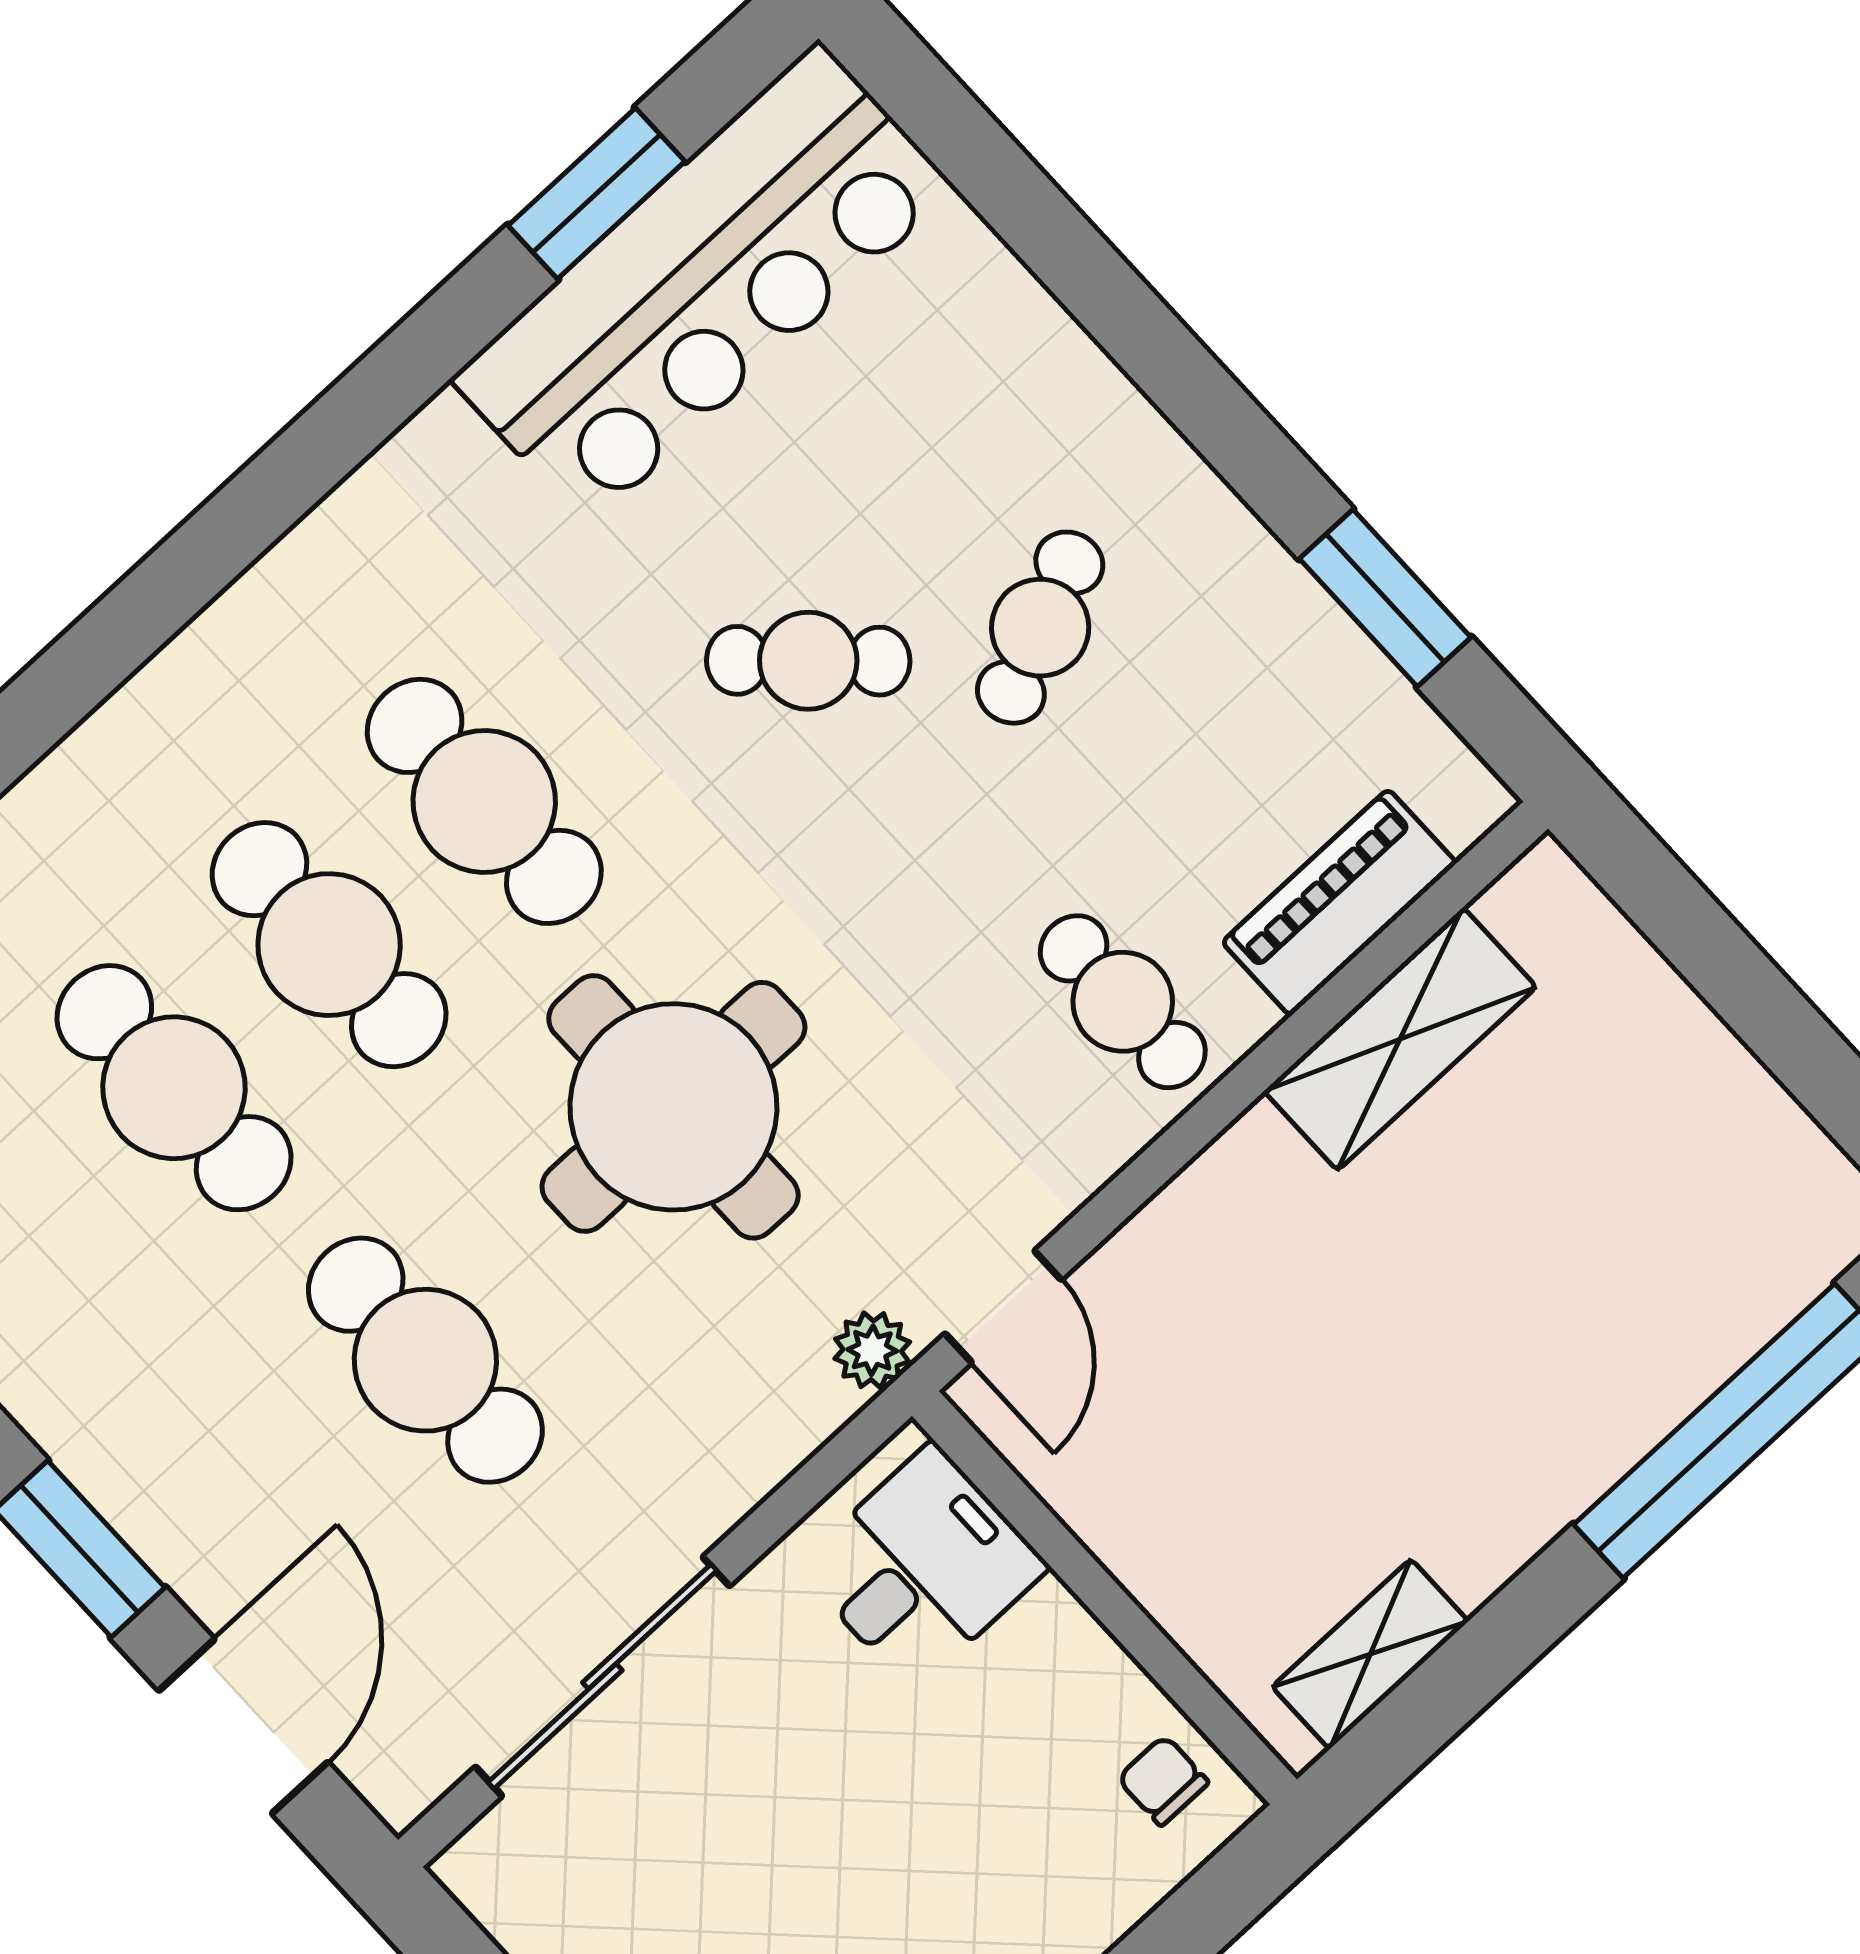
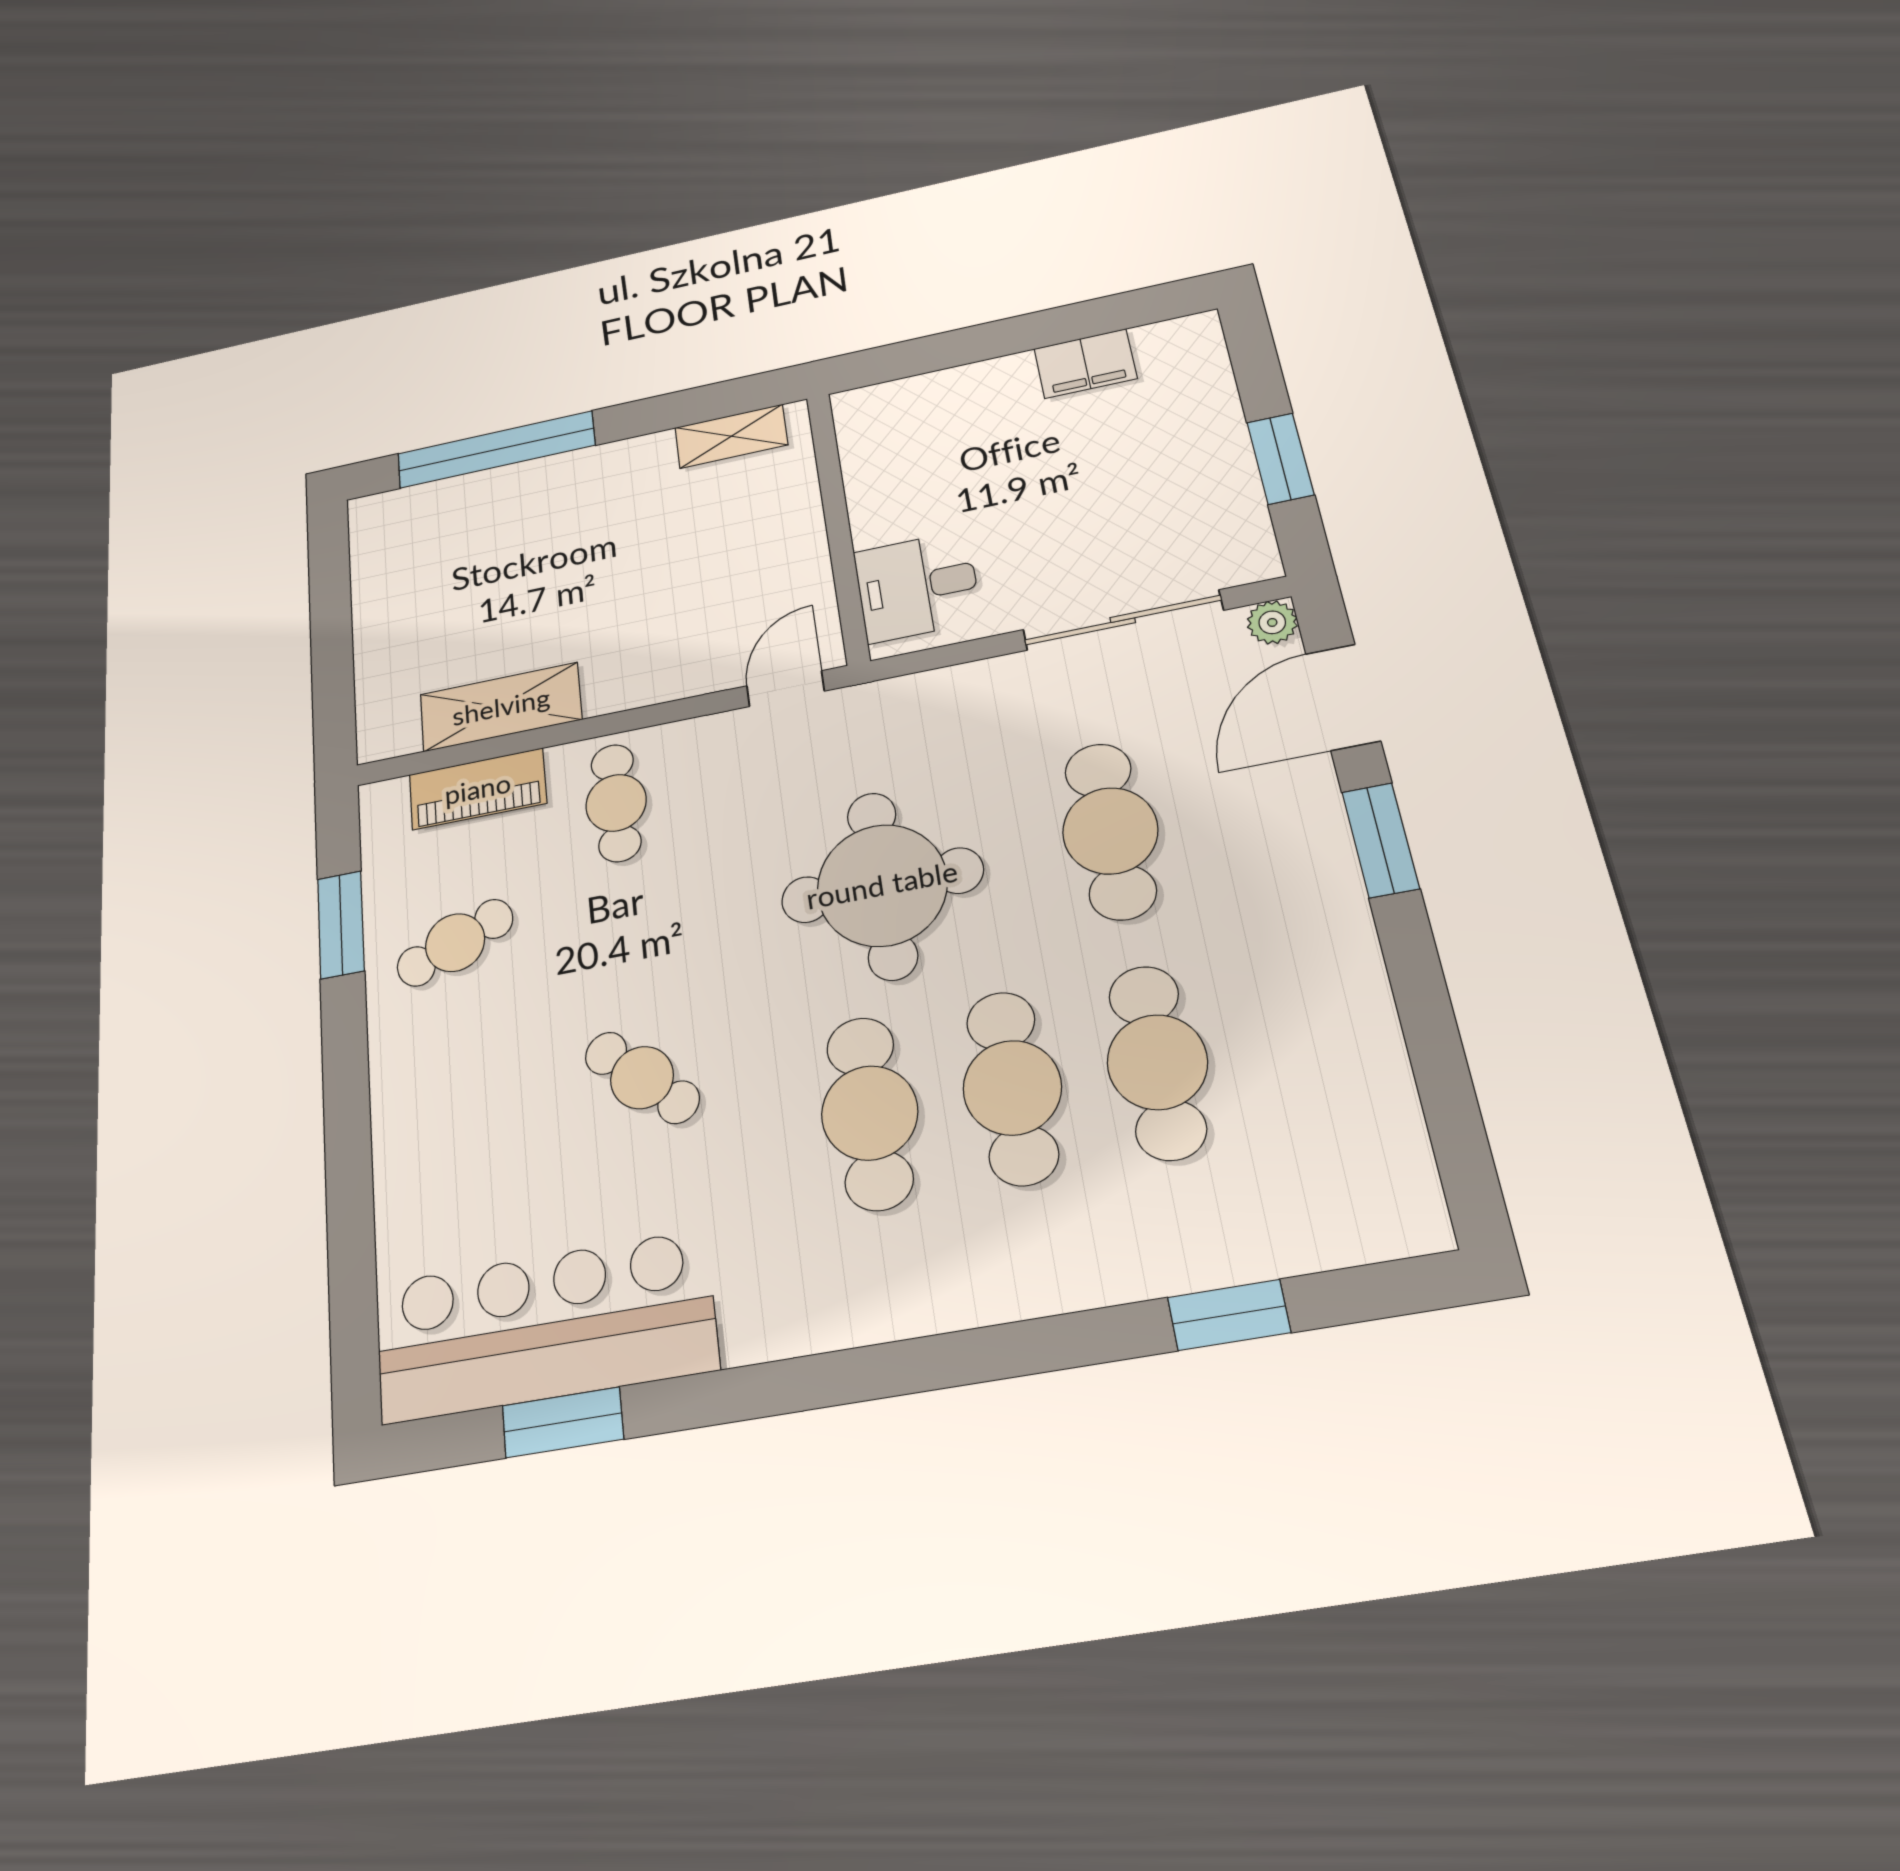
cafe table: (1040, 628) -> (455, 943), moved
plant: (872, 1350) -> (1272, 622), moved
chair: (1163, 1780) -> (871, 429), removed

